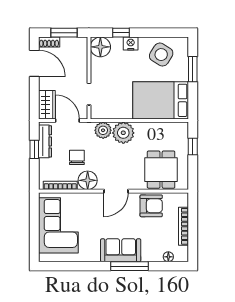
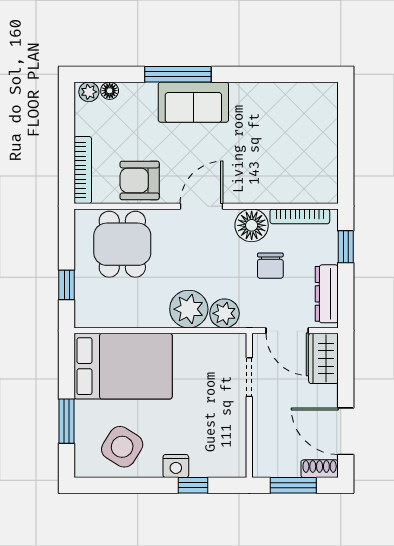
floor lamp: (100, 47) -> (229, 460), removed
window: (34, 149) -> (346, 247), moved
corner sofa: (58, 225) -> (303, 146), removed
bookcase: (183, 226) -> (83, 170), moved
plant: (180, 256) -> (89, 92), added

